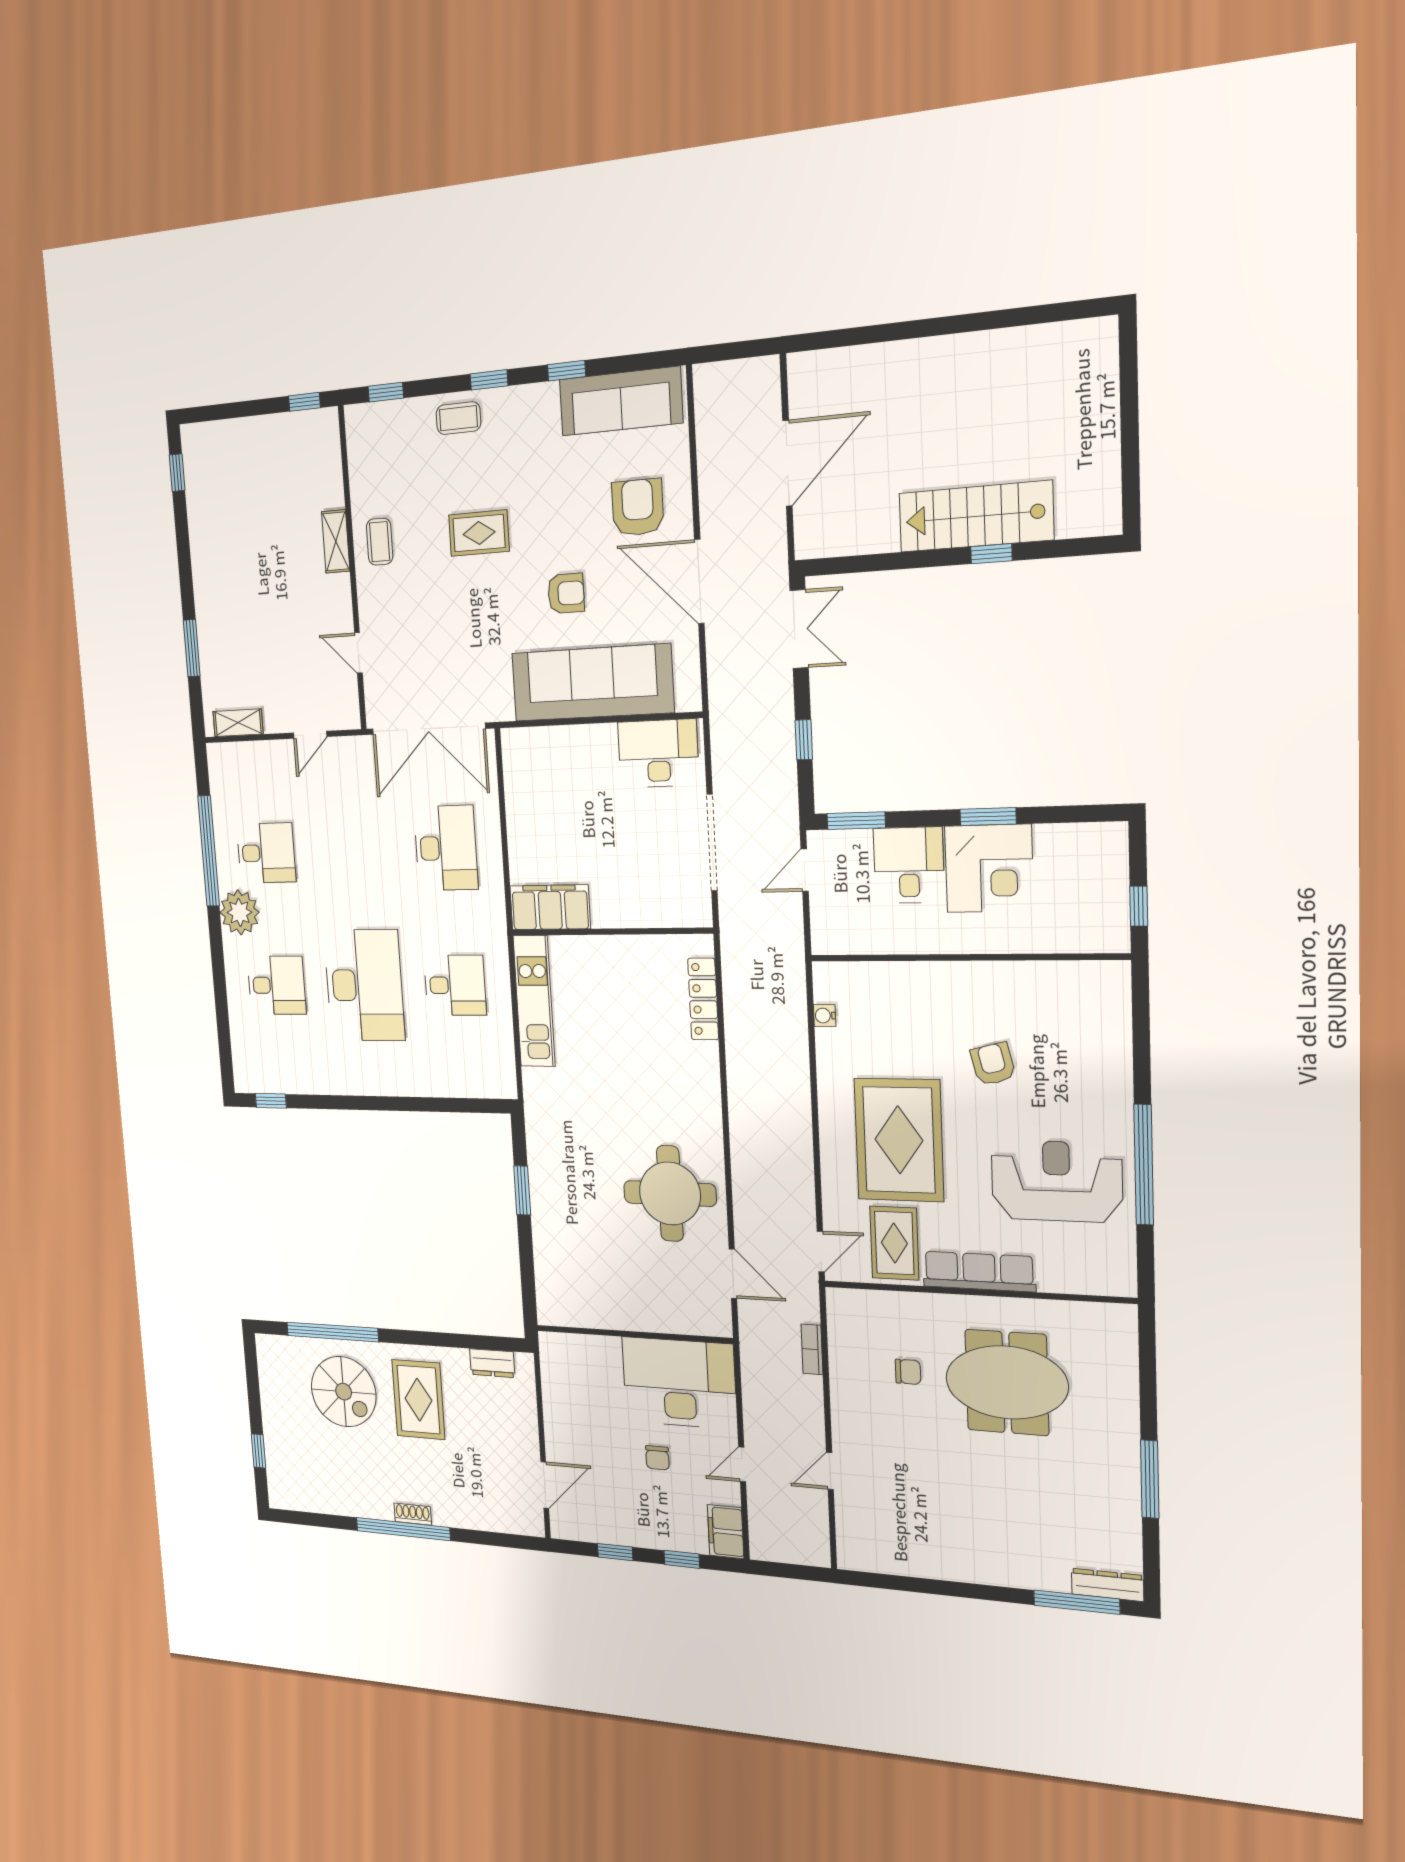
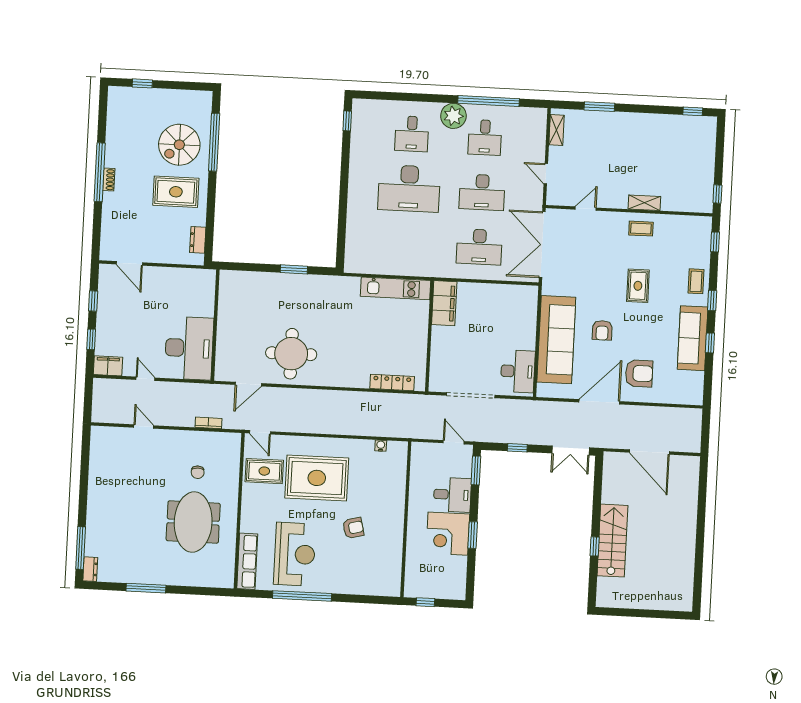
sofa: (621, 401) -> (693, 338), moved
desk: (455, 985) -> (482, 192), moved, width x1.37
row of seats: (979, 1272) -> (247, 561), moved
chair: (657, 1458) -> (147, 331), removed
dresser: (1107, 1585) -> (90, 569), width x0.70

